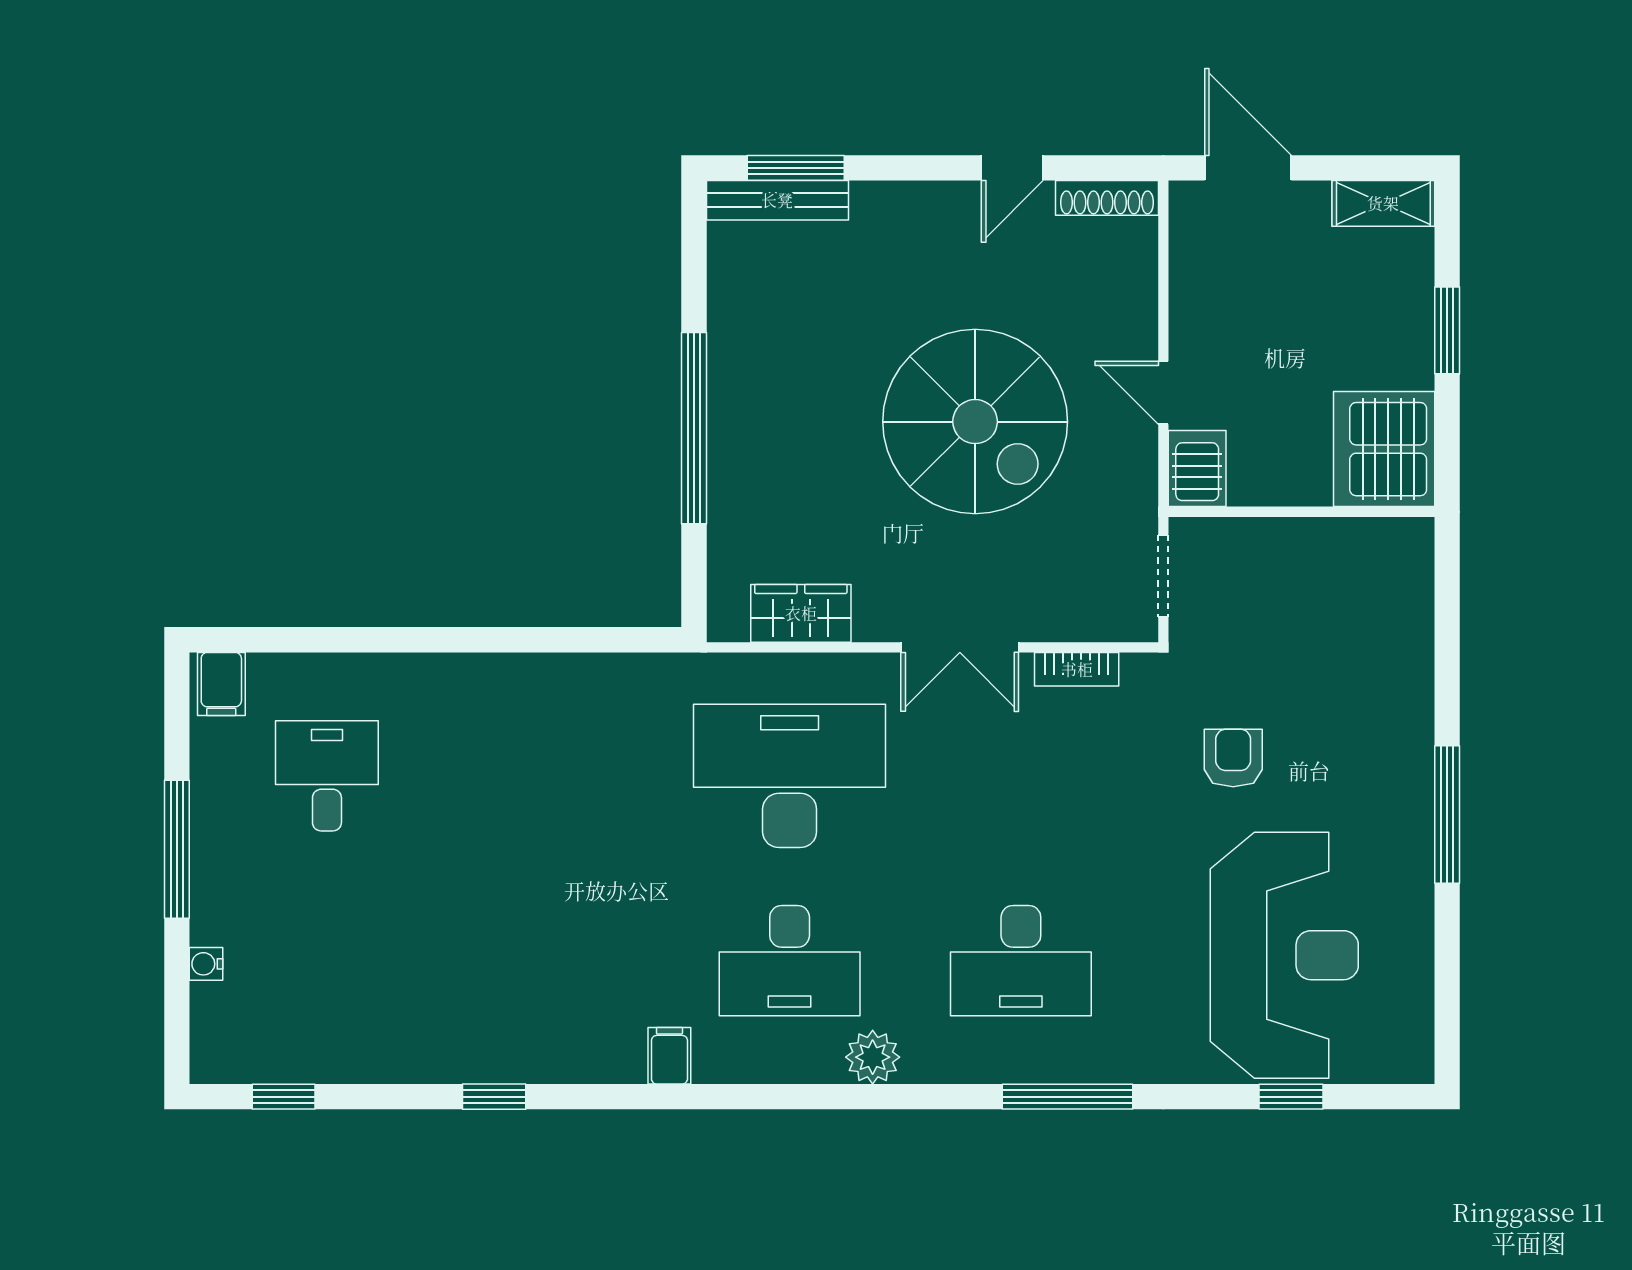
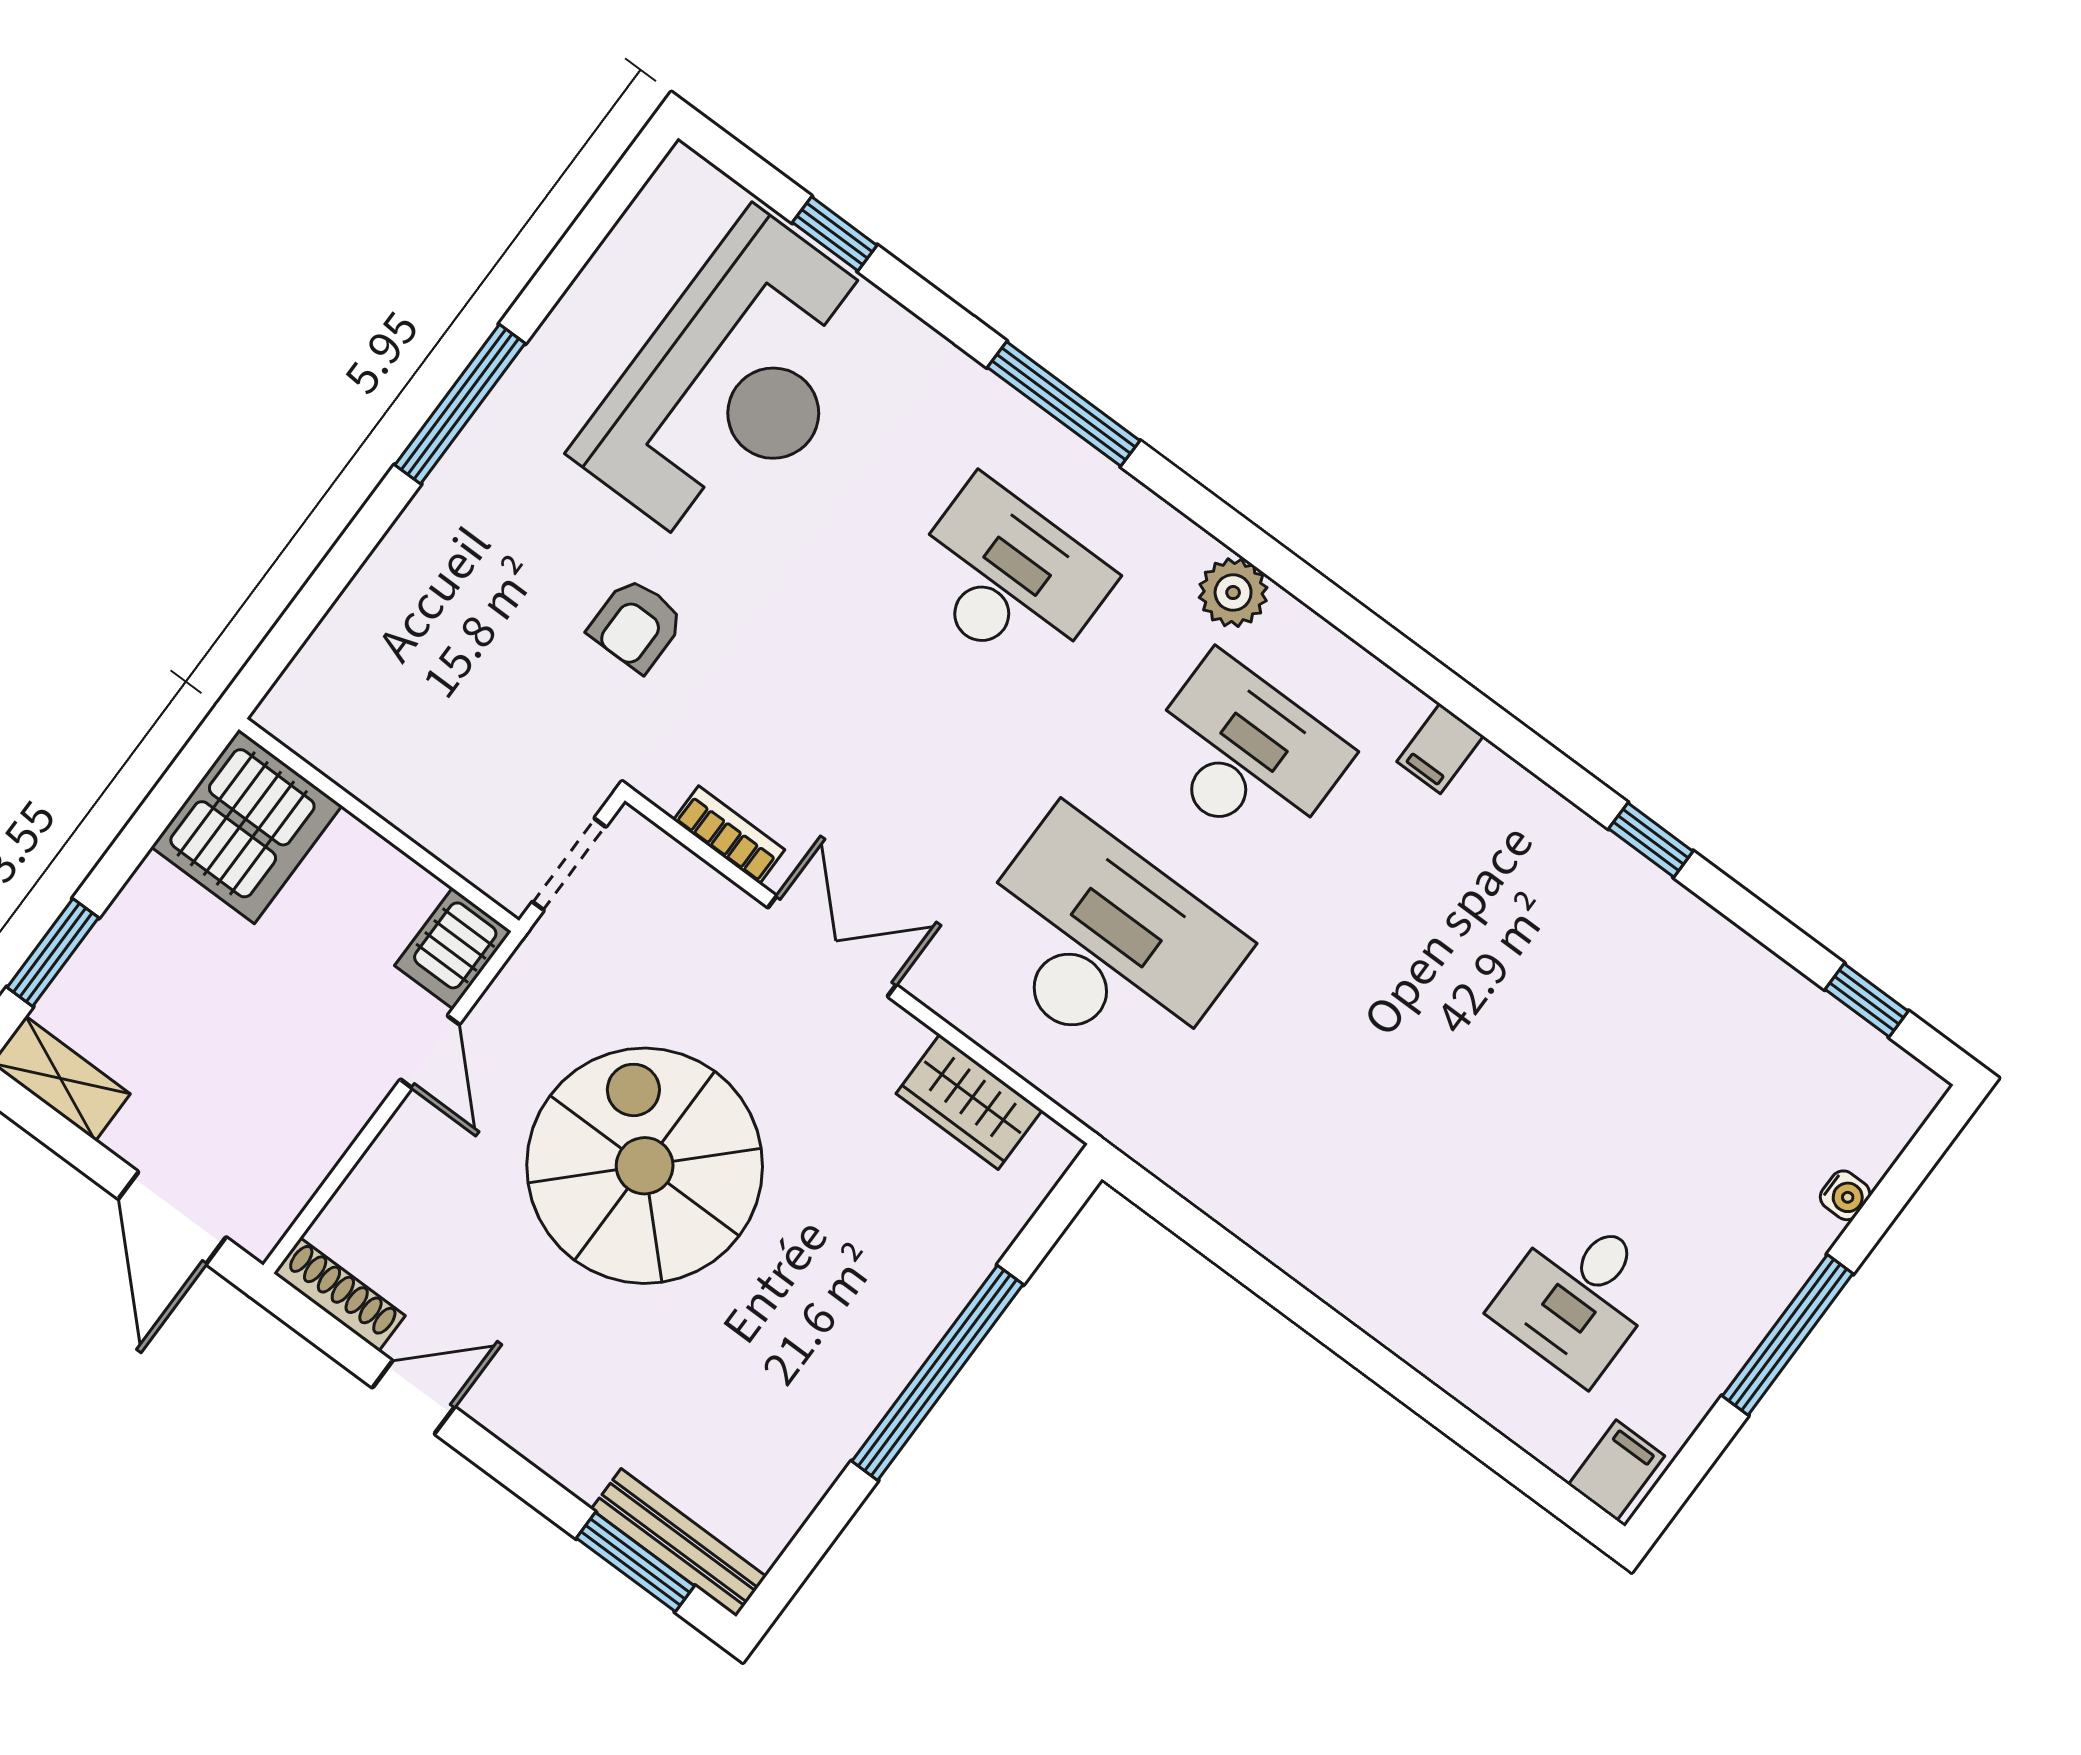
window: (1447, 330) -> (53, 952), moved
desk: (790, 776) -> (1104, 944), turned 180
reception desk: (1284, 955) -> (734, 384), turned 180

